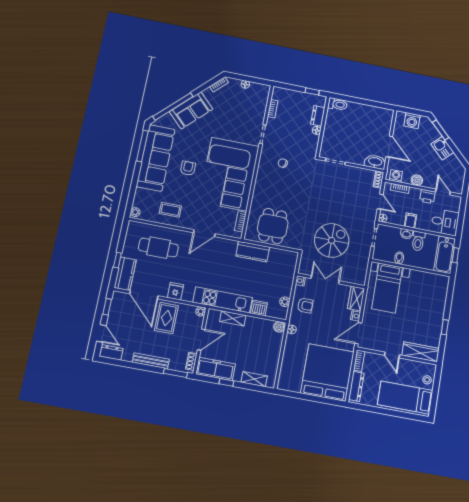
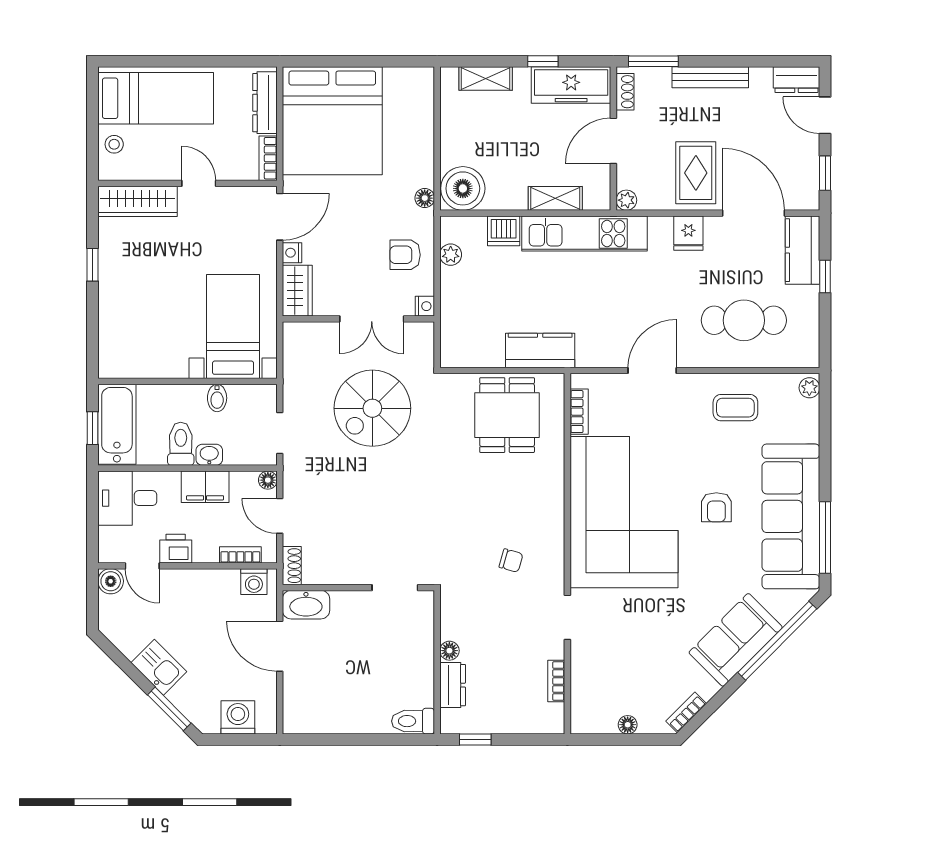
boiler: (417, 180) -> (111, 581), moved
filing cabinet: (411, 221) -> (205, 487), width x2.00
boiler: (279, 327) -> (463, 188), width x1.86, depth x1.86

